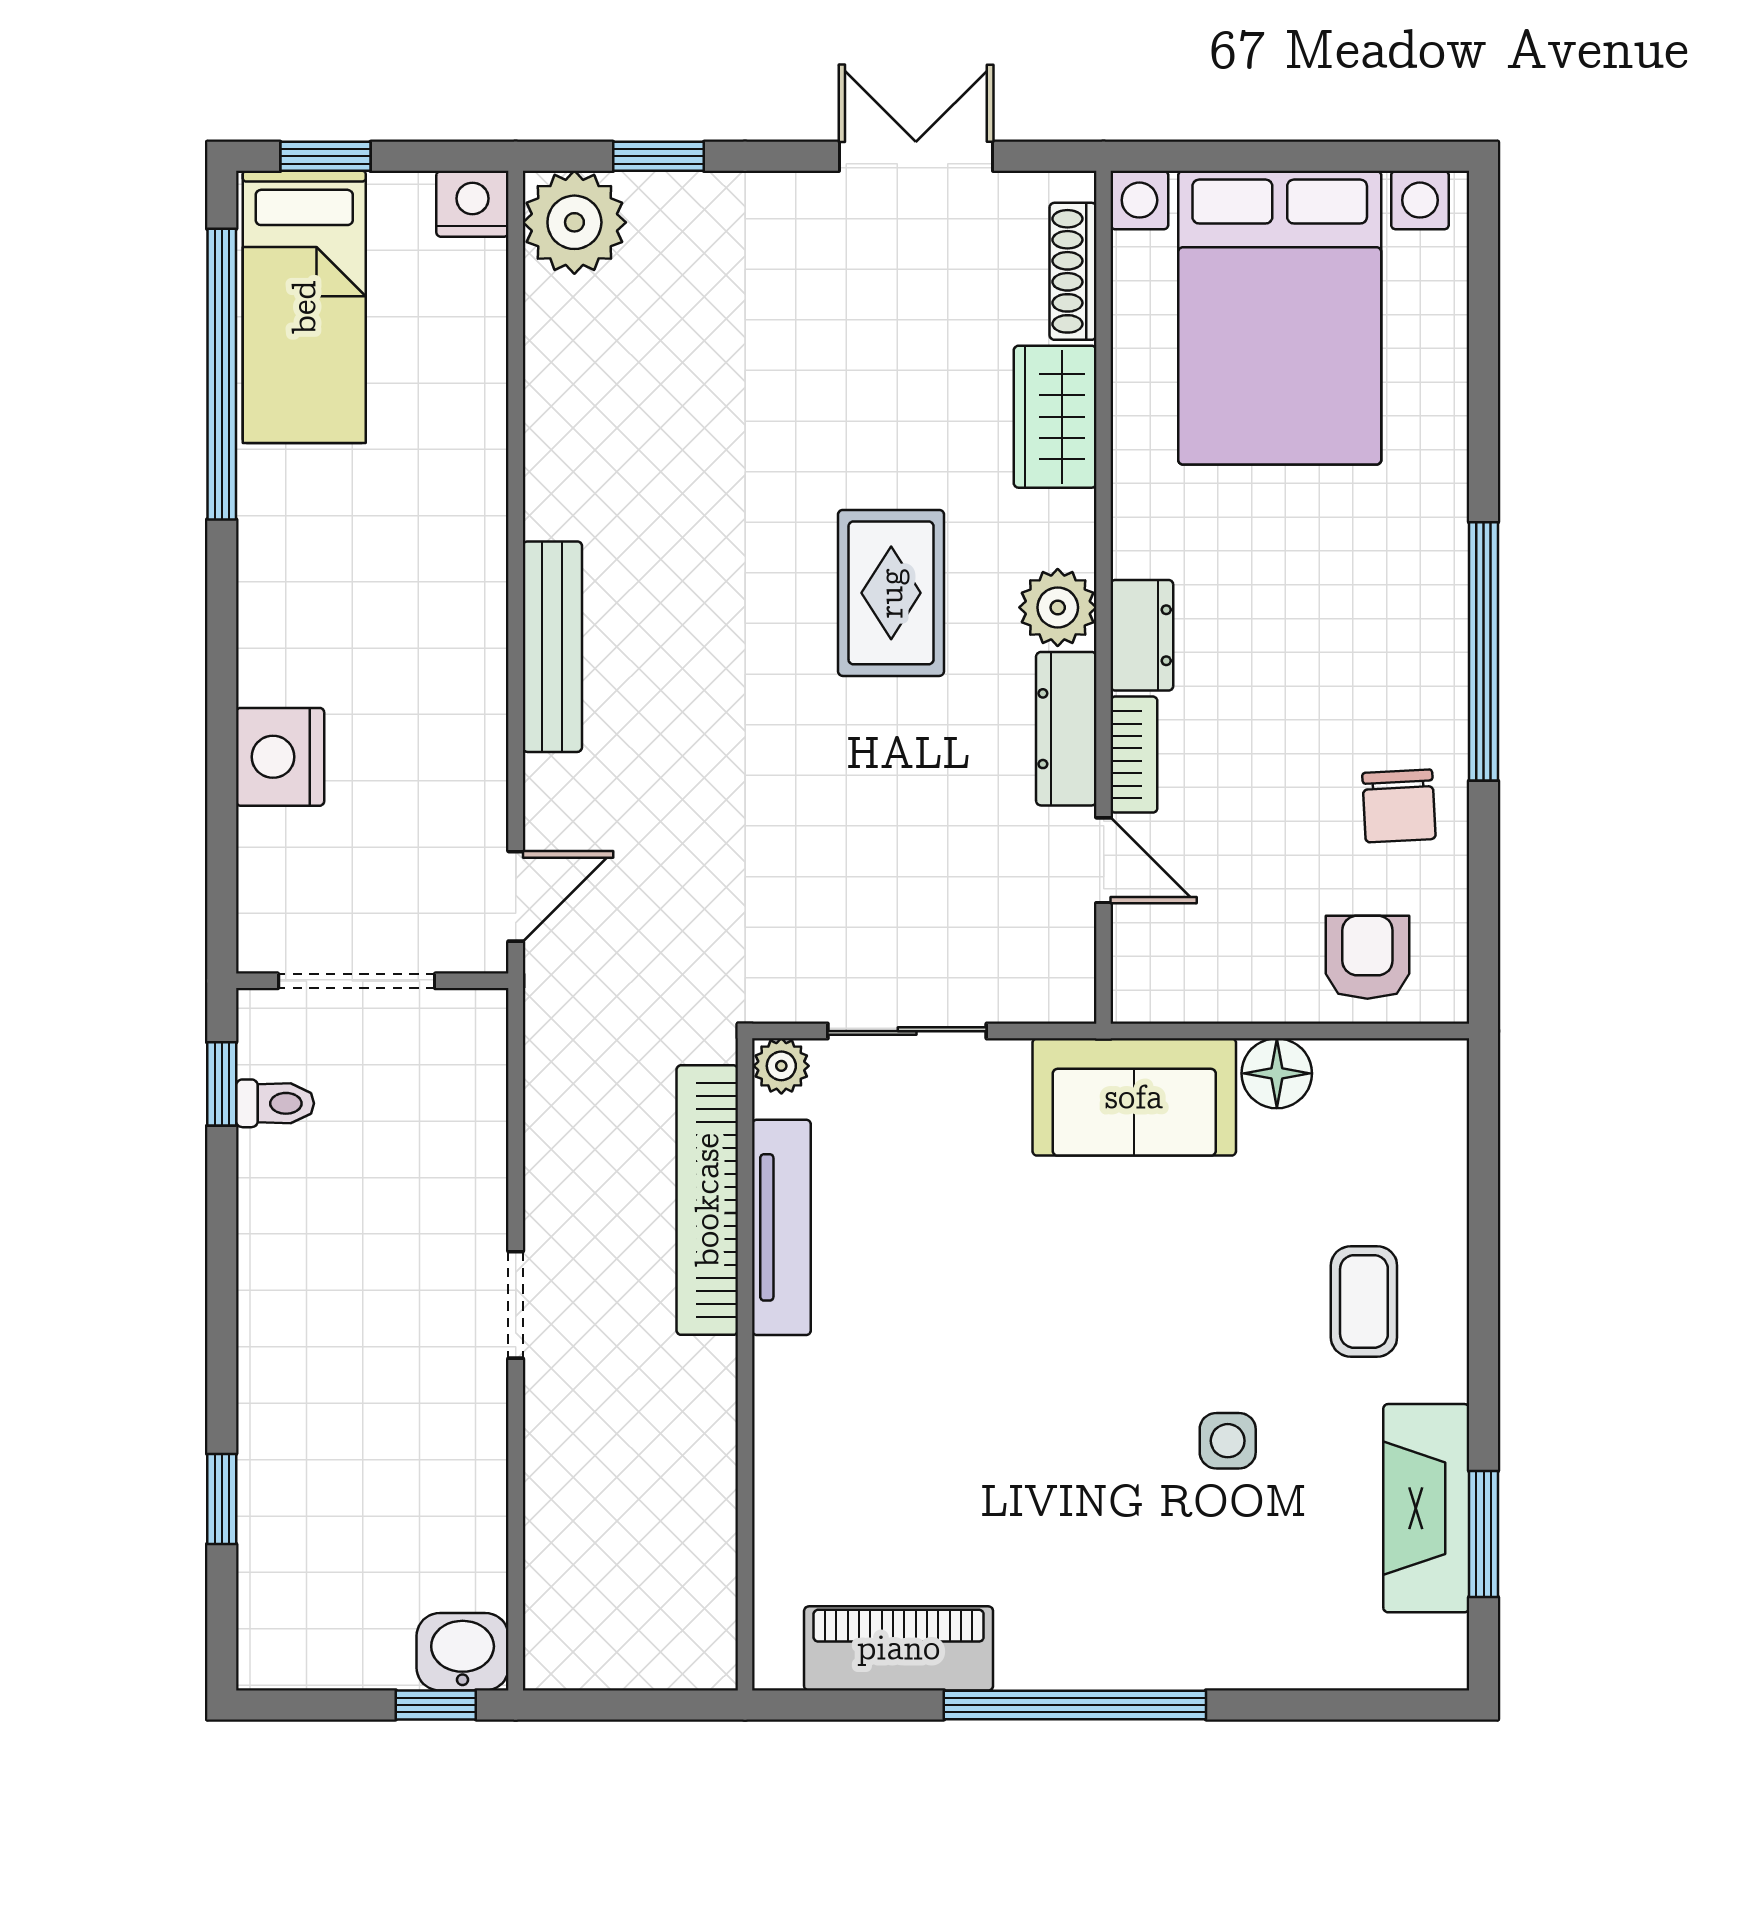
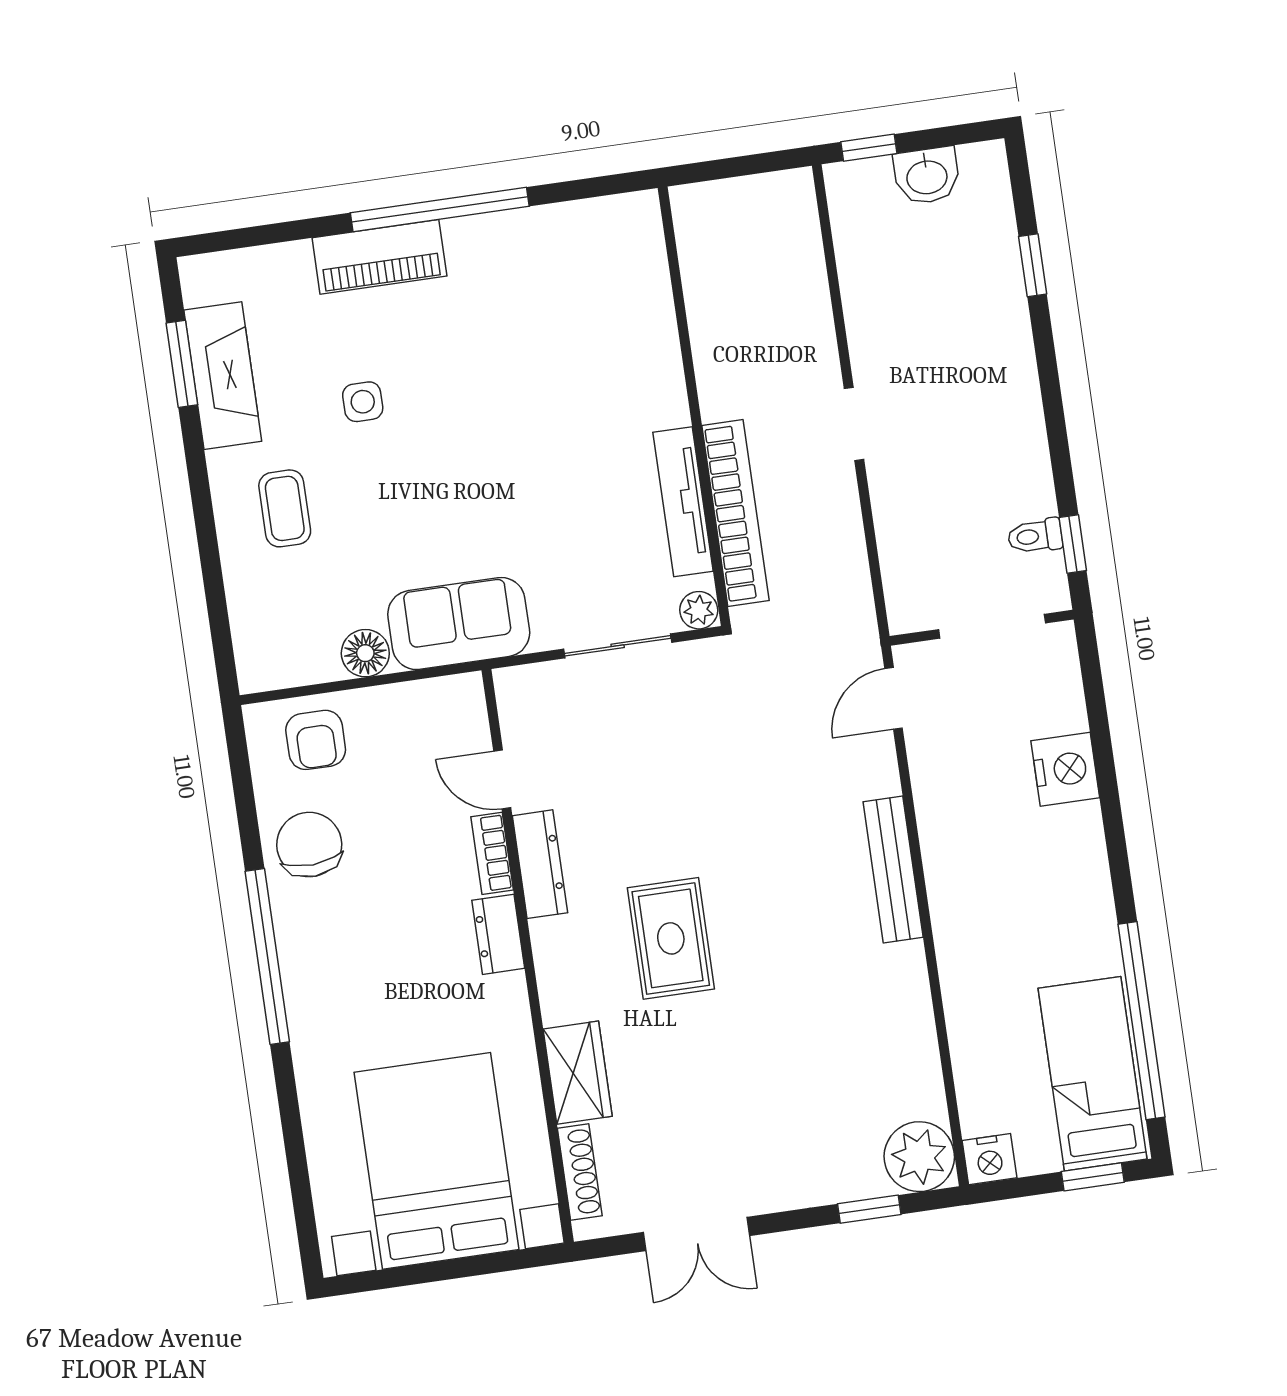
plant: (1058, 607) -> (557, 945), removed
chair: (1399, 806) -> (309, 845), width x1.37, depth x1.37
piano: (899, 1648) -> (379, 257), moved
washbasin: (463, 1652) -> (927, 176), moved

